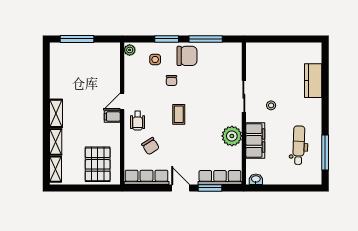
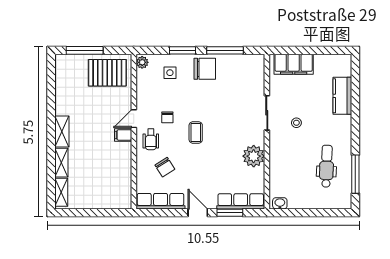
chair: (171, 80) -> (167, 117), moved
filing cabinet: (255, 140) -> (294, 64), moved, turned 90
pallet: (98, 164) -> (107, 73), moved, turned 90

